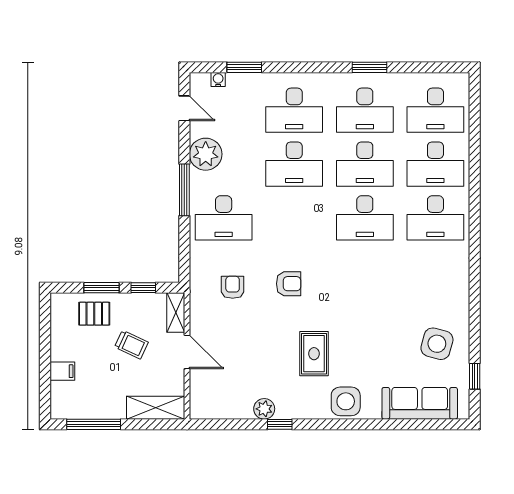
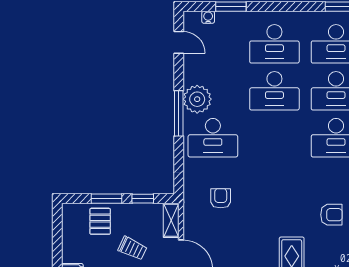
plant: (206, 154) -> (197, 99), moved
armchair: (289, 284) -> (331, 215), moved
pallet: (94, 314) -> (100, 221), turned 90

